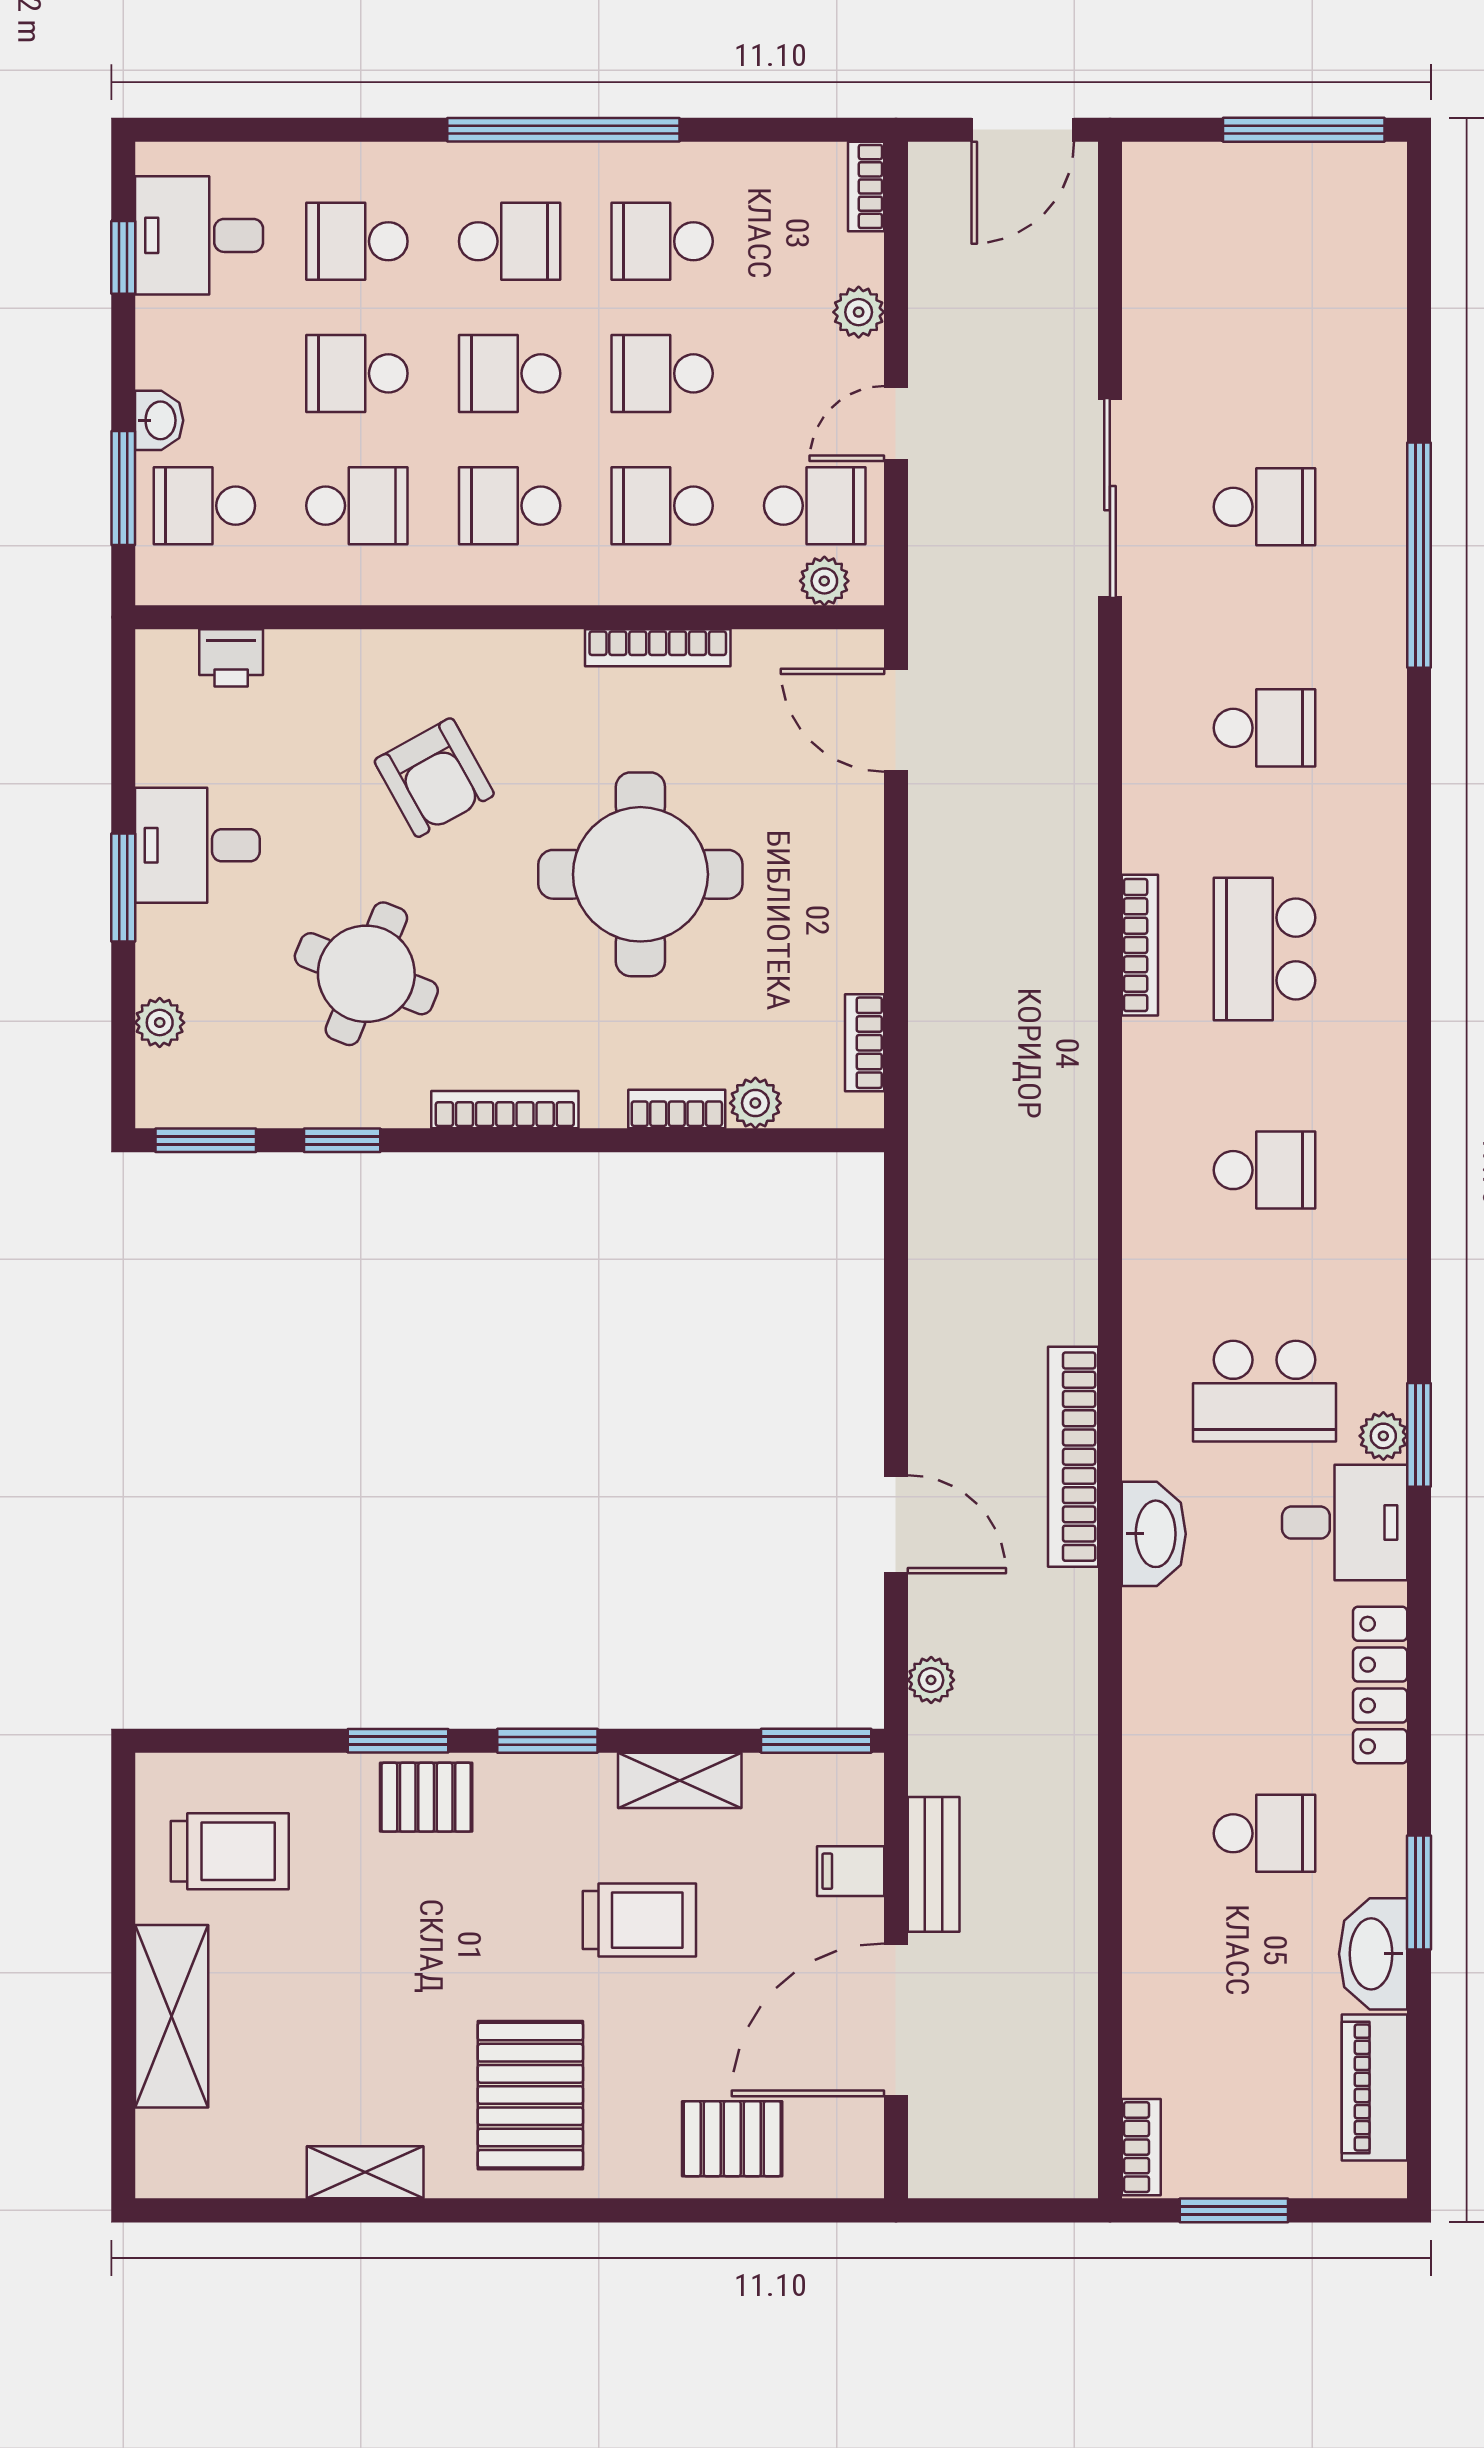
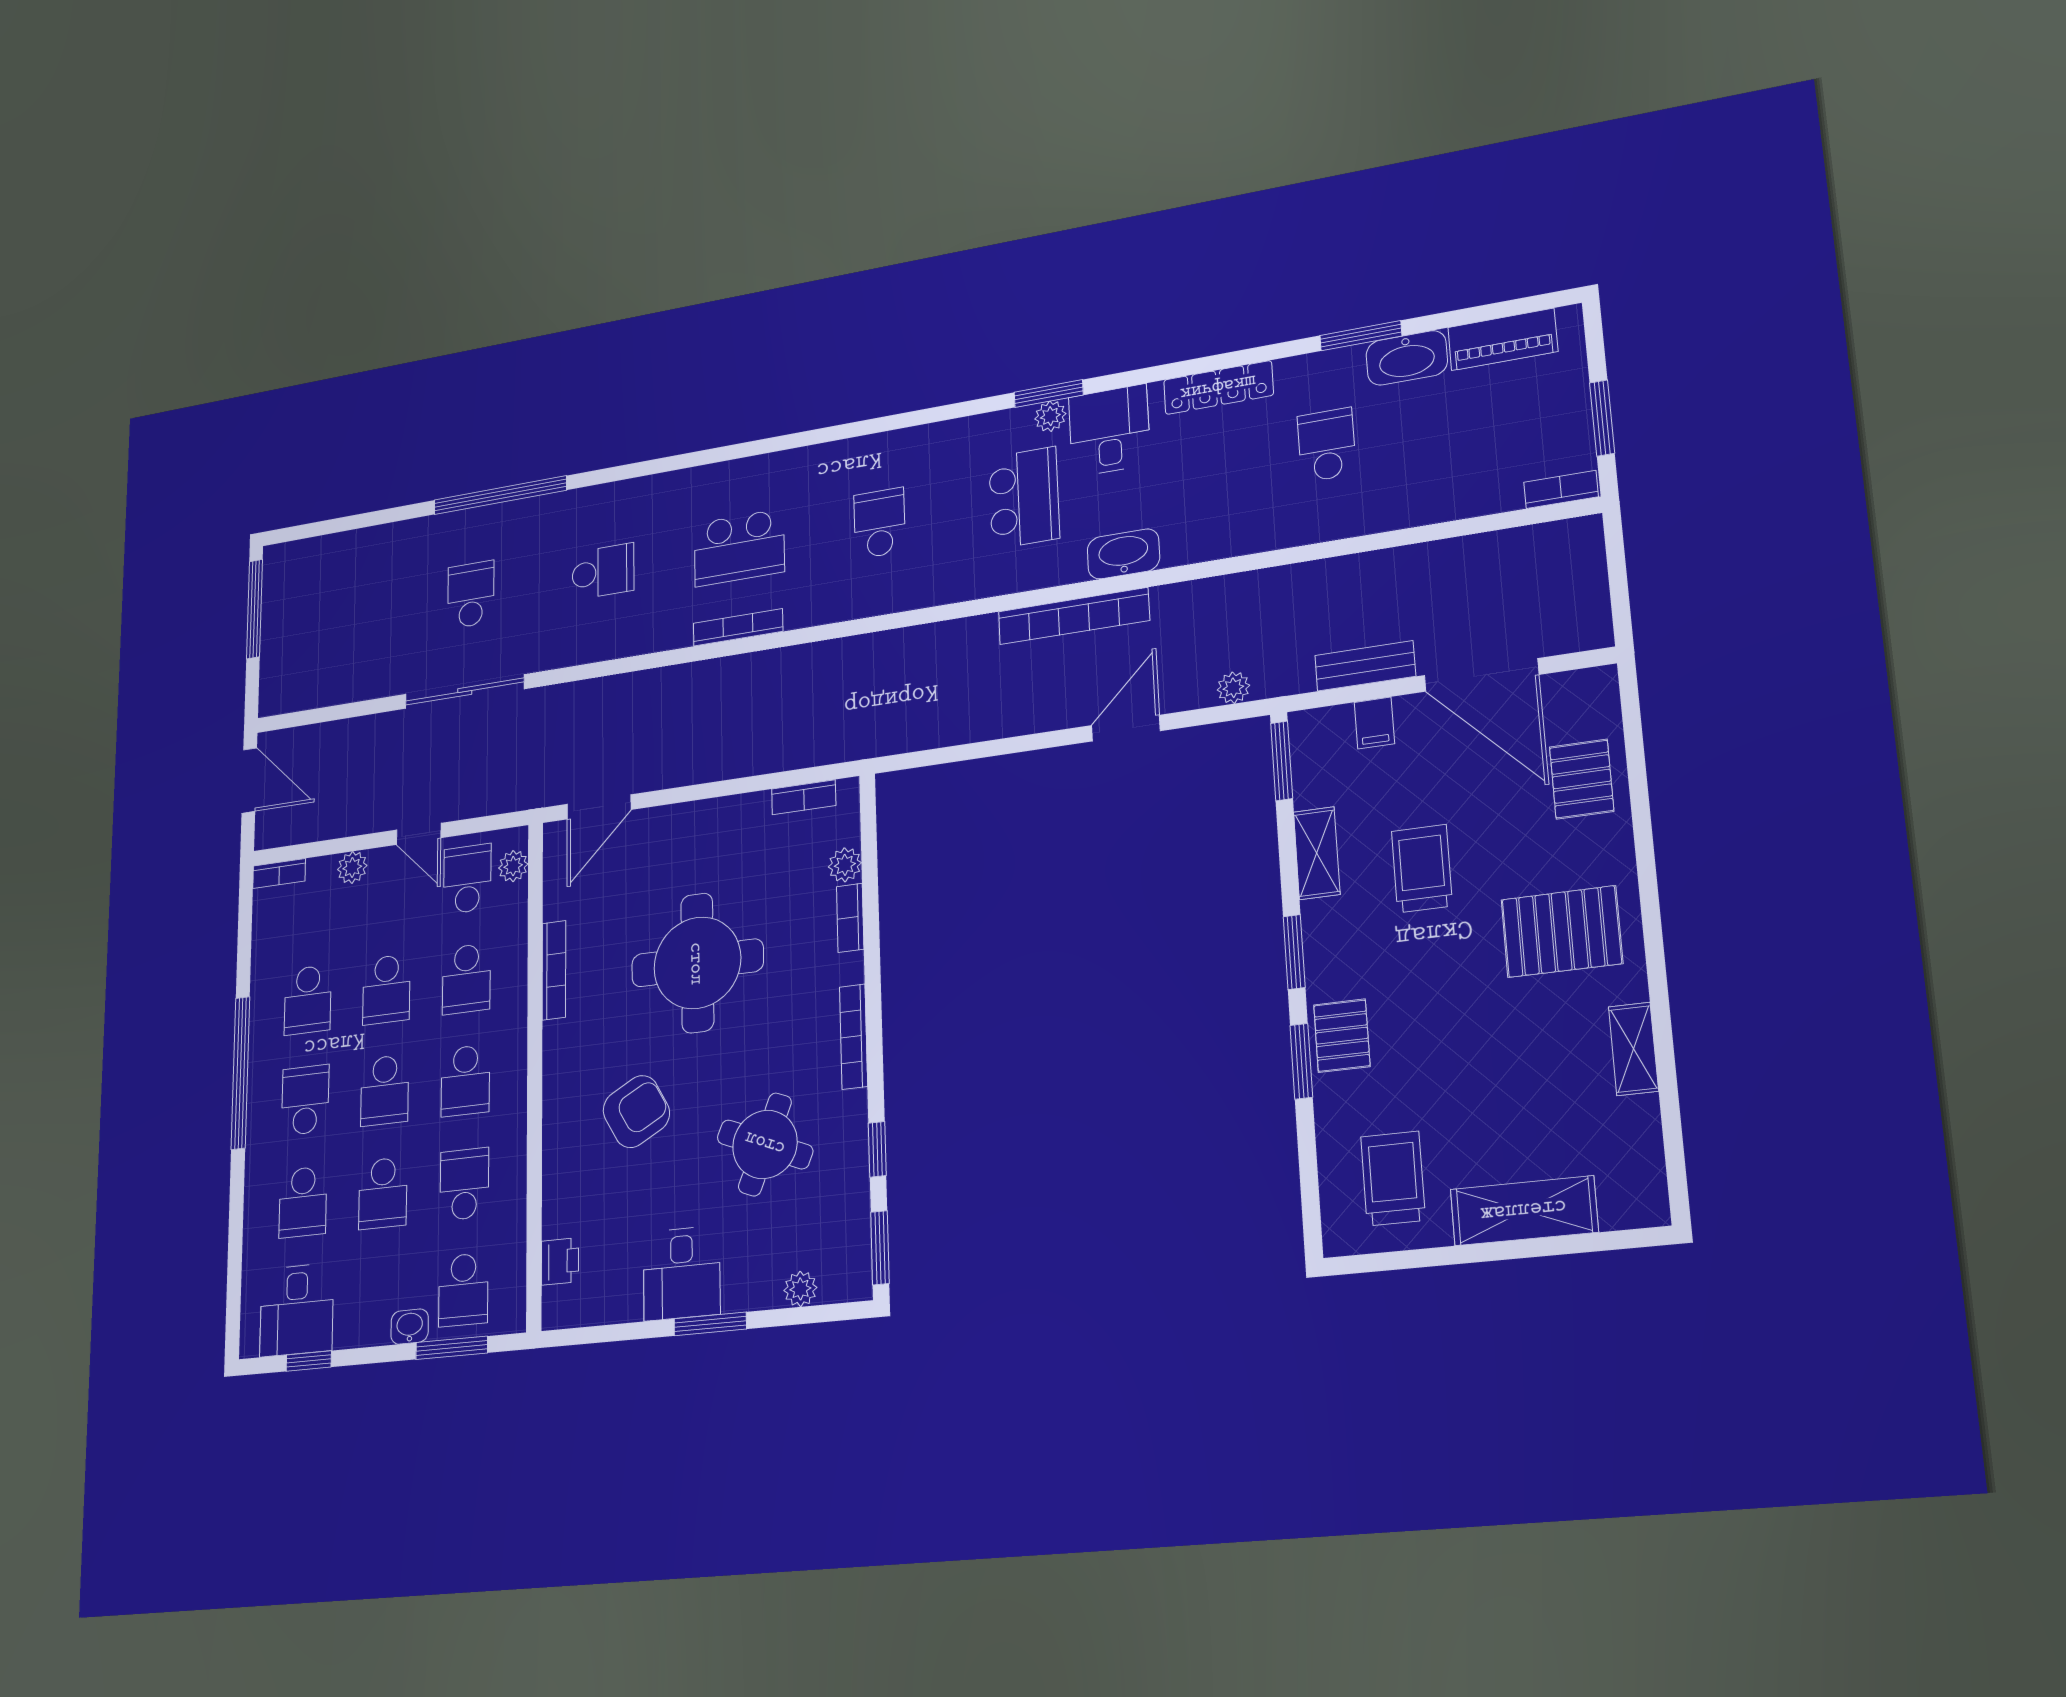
school desk: (1265, 728) -> (603, 572), turned 90

